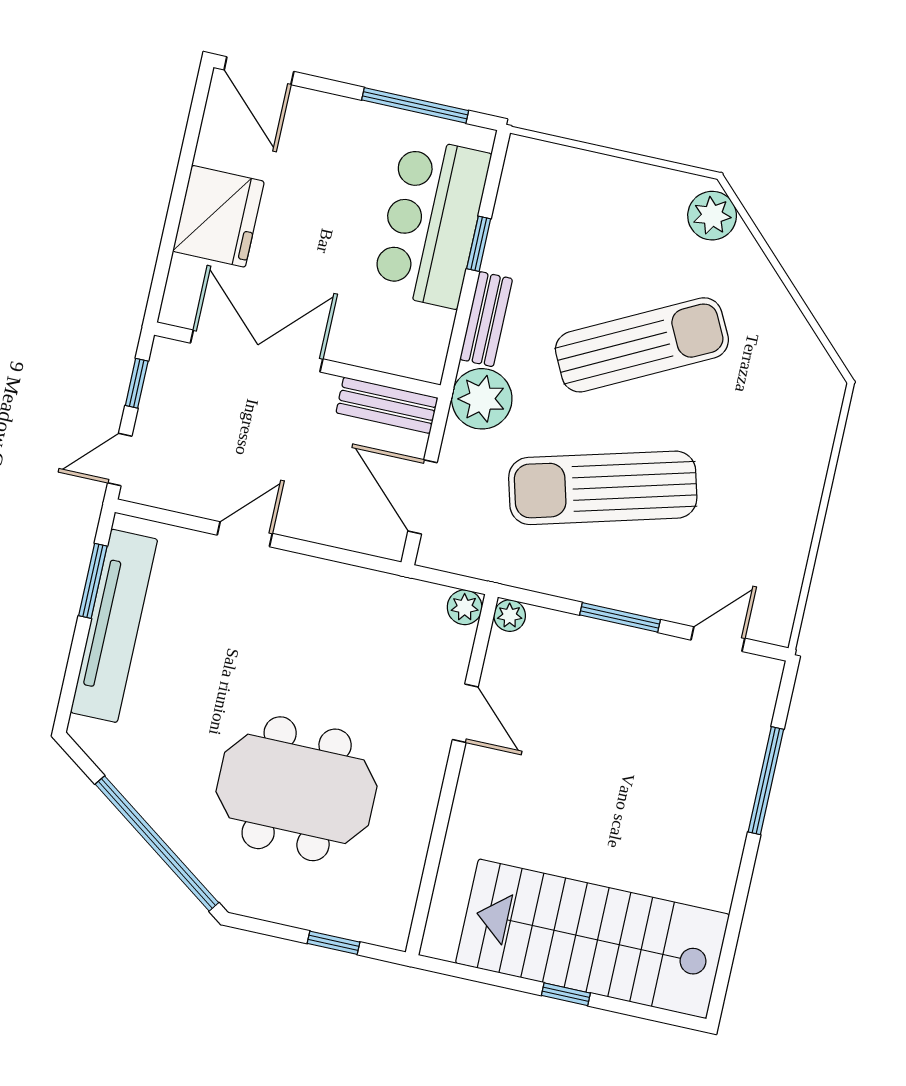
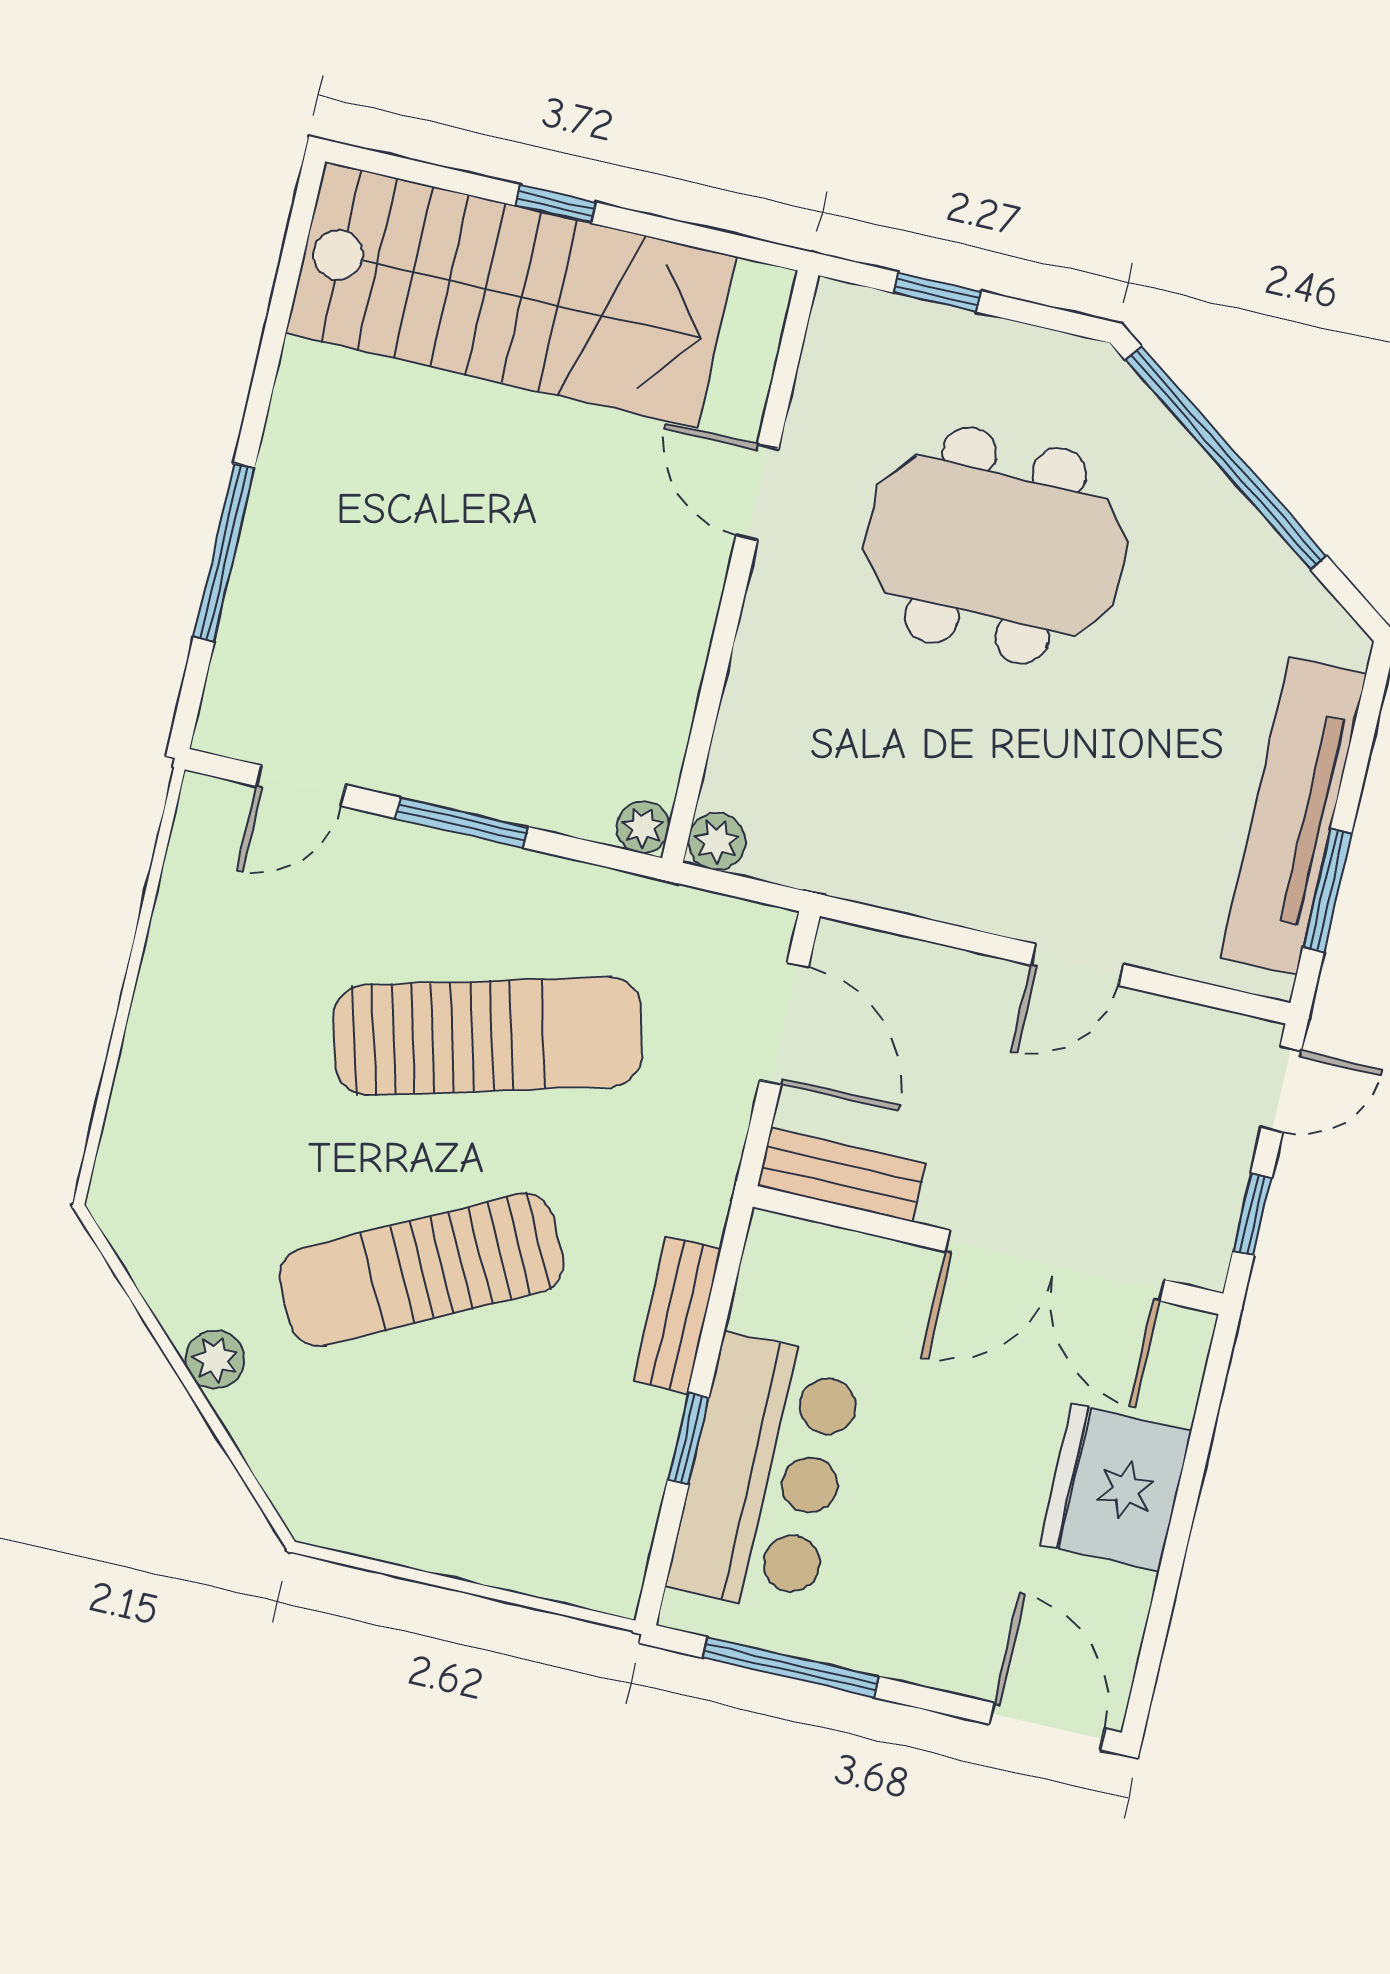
plant: (712, 216) -> (215, 1359), moved, width x0.73, depth x0.73
plant: (482, 399) -> (685, 1184), removed
door: (465, 713) -> (757, 492), moved

